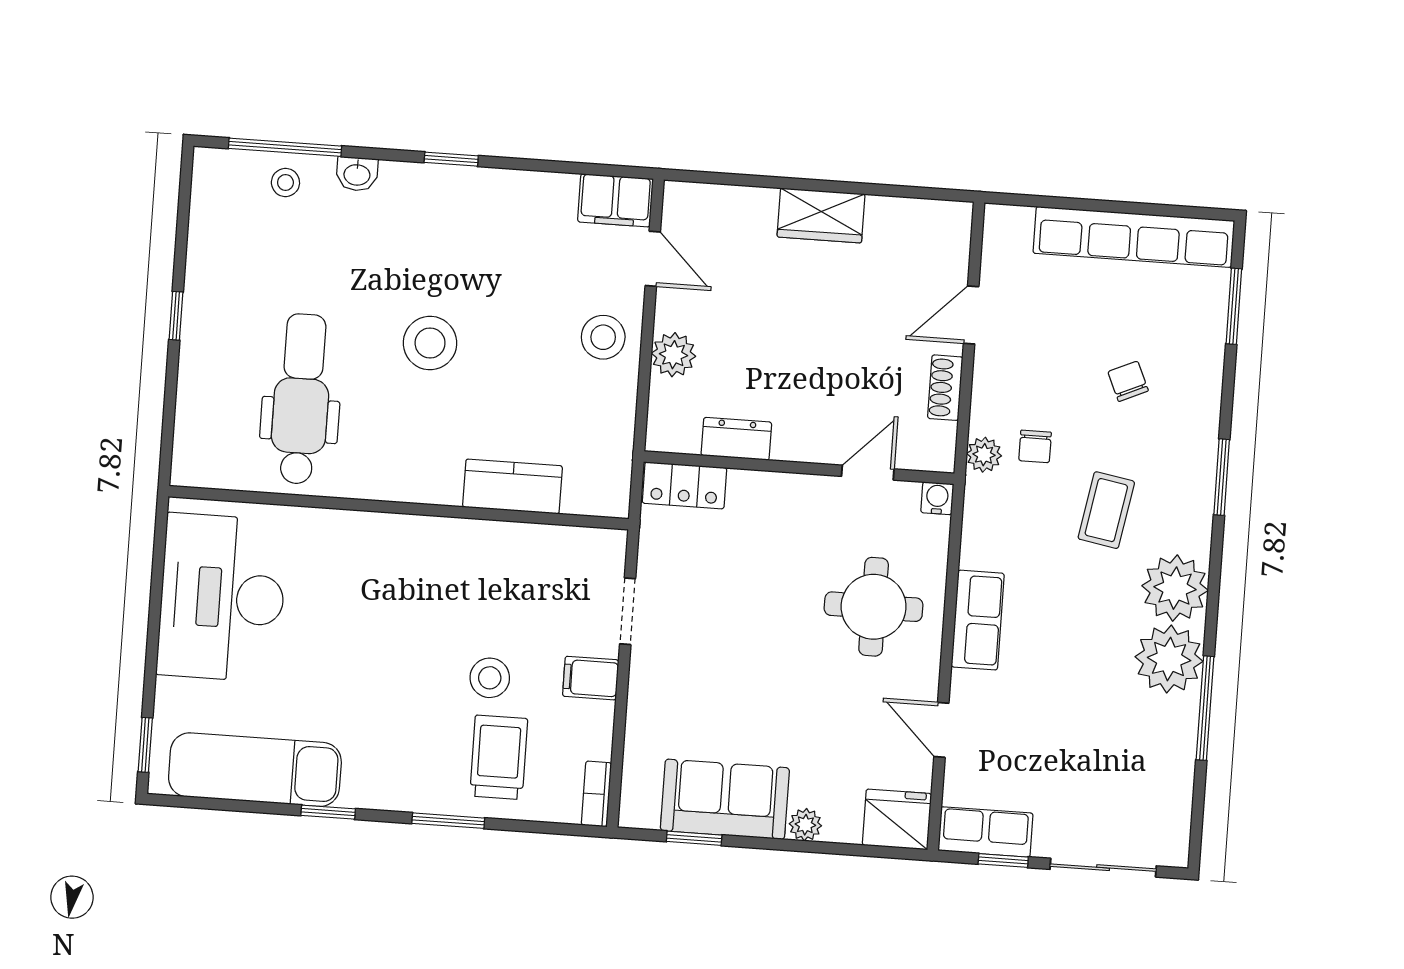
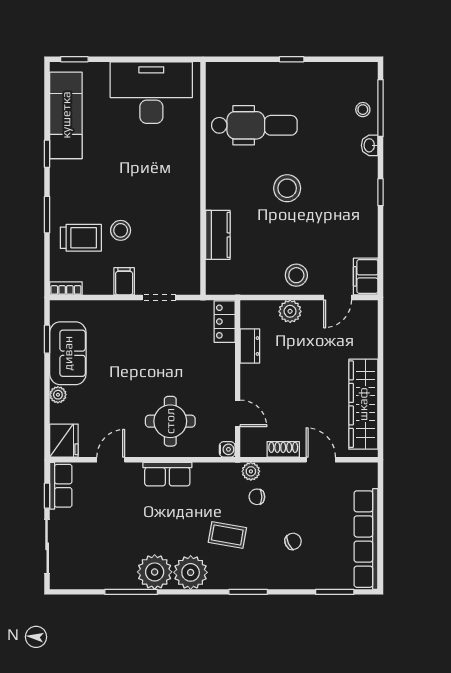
wardrobe: (821, 215) -> (363, 404), width x2.10, depth x1.17

